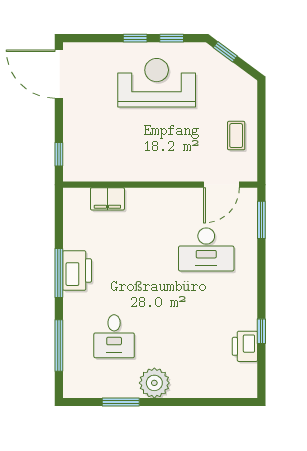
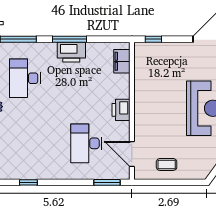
filing cabinet: (107, 199) -> (122, 61), moved
desk: (114, 336) -> (25, 78), width x1.37
printer: (245, 346) -> (121, 110), moved, turned -90

